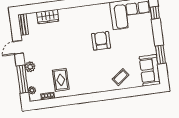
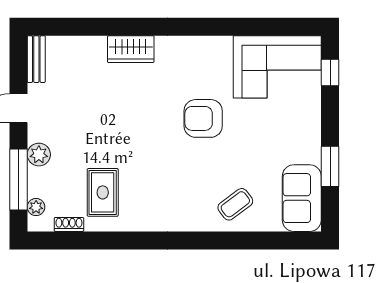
wardrobe: (48, 17) -> (131, 49), moved
armchair: (101, 41) -> (203, 118), turned -90

